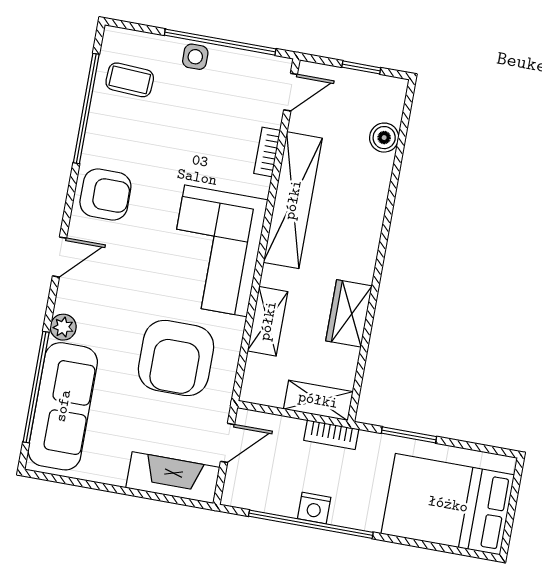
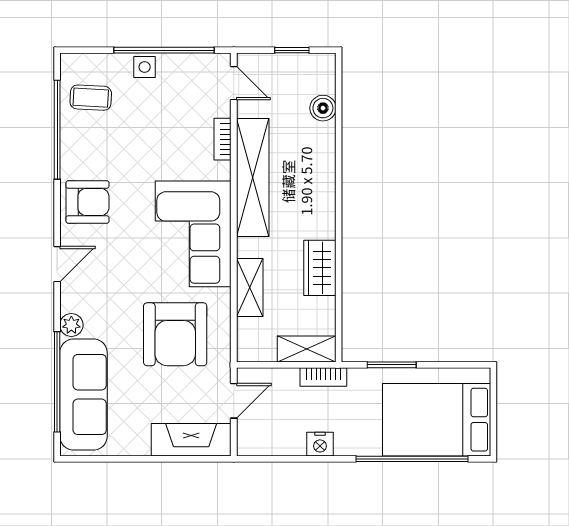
door: (291, 92) -> (234, 83), hinge flipped
window: (311, 524) -> (412, 459), moved

